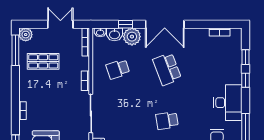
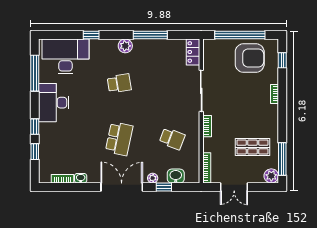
washbasin: (100, 32) -> (81, 178), moved
plant: (132, 37) -> (153, 178), width x0.53, depth x0.53
school desk: (118, 69) -> (172, 139), turned 39
school desk: (167, 69) -> (119, 139), turned 33

